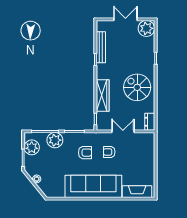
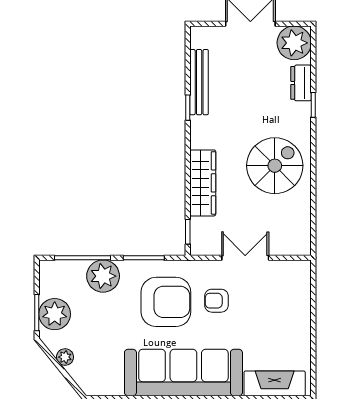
spiral stairs: (137, 87) -> (275, 166), turned 90
dresser: (150, 122) -> (301, 83), moved
plant: (32, 147) -> (55, 314), moved
armchair: (85, 153) -> (166, 302), width x1.88, depth x1.88

